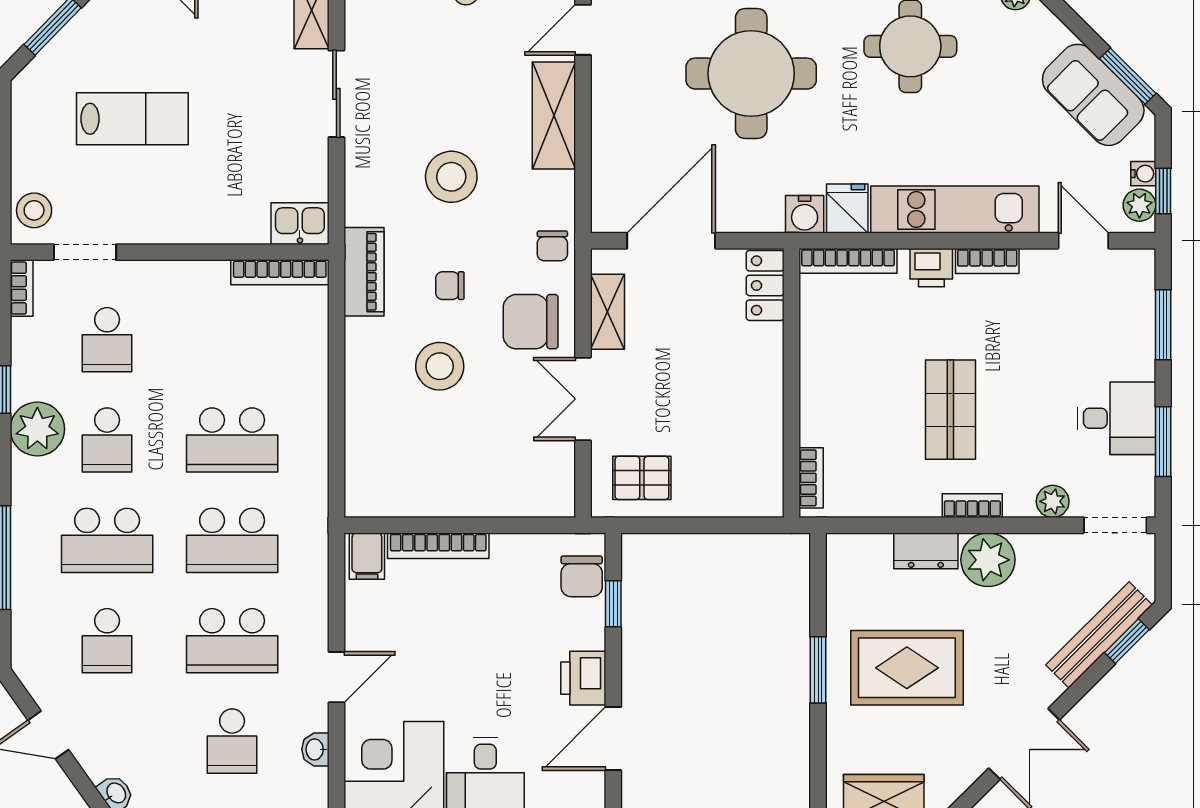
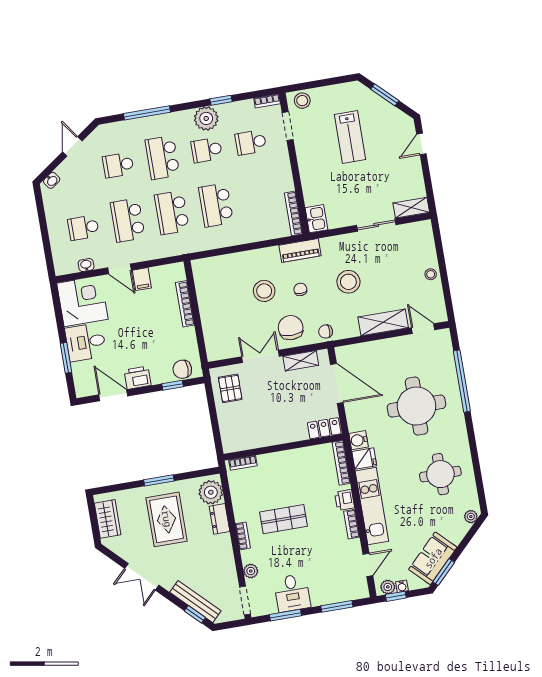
filing cabinet: (367, 556) -> (142, 279), moved, turned -90
plant: (988, 560) -> (211, 492), moved

